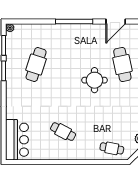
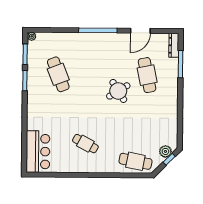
cafe table: (36, 65) -> (58, 74), turned -39
round table: (95, 80) -> (118, 91), turned -32
cafe table: (112, 148) -> (135, 161), width x1.37, depth x1.35

